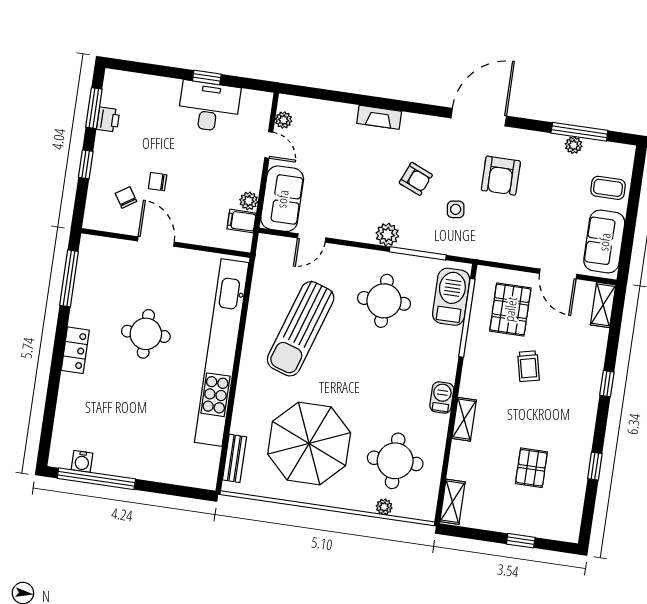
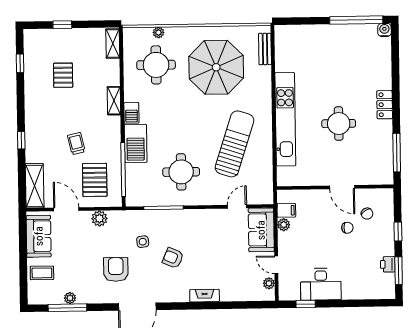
window: (207, 77) -> (306, 304), moved
plant: (387, 235) -> (99, 218), moved
barbecue: (451, 297) -> (136, 143), moved
shelving: (603, 305) -> (35, 186), width x1.50, depth x1.33
kitchen unit: (222, 352) -> (285, 119), width x0.73
water cooler: (82, 461) -> (384, 30), moved
window: (595, 466) -> (20, 63), moved

